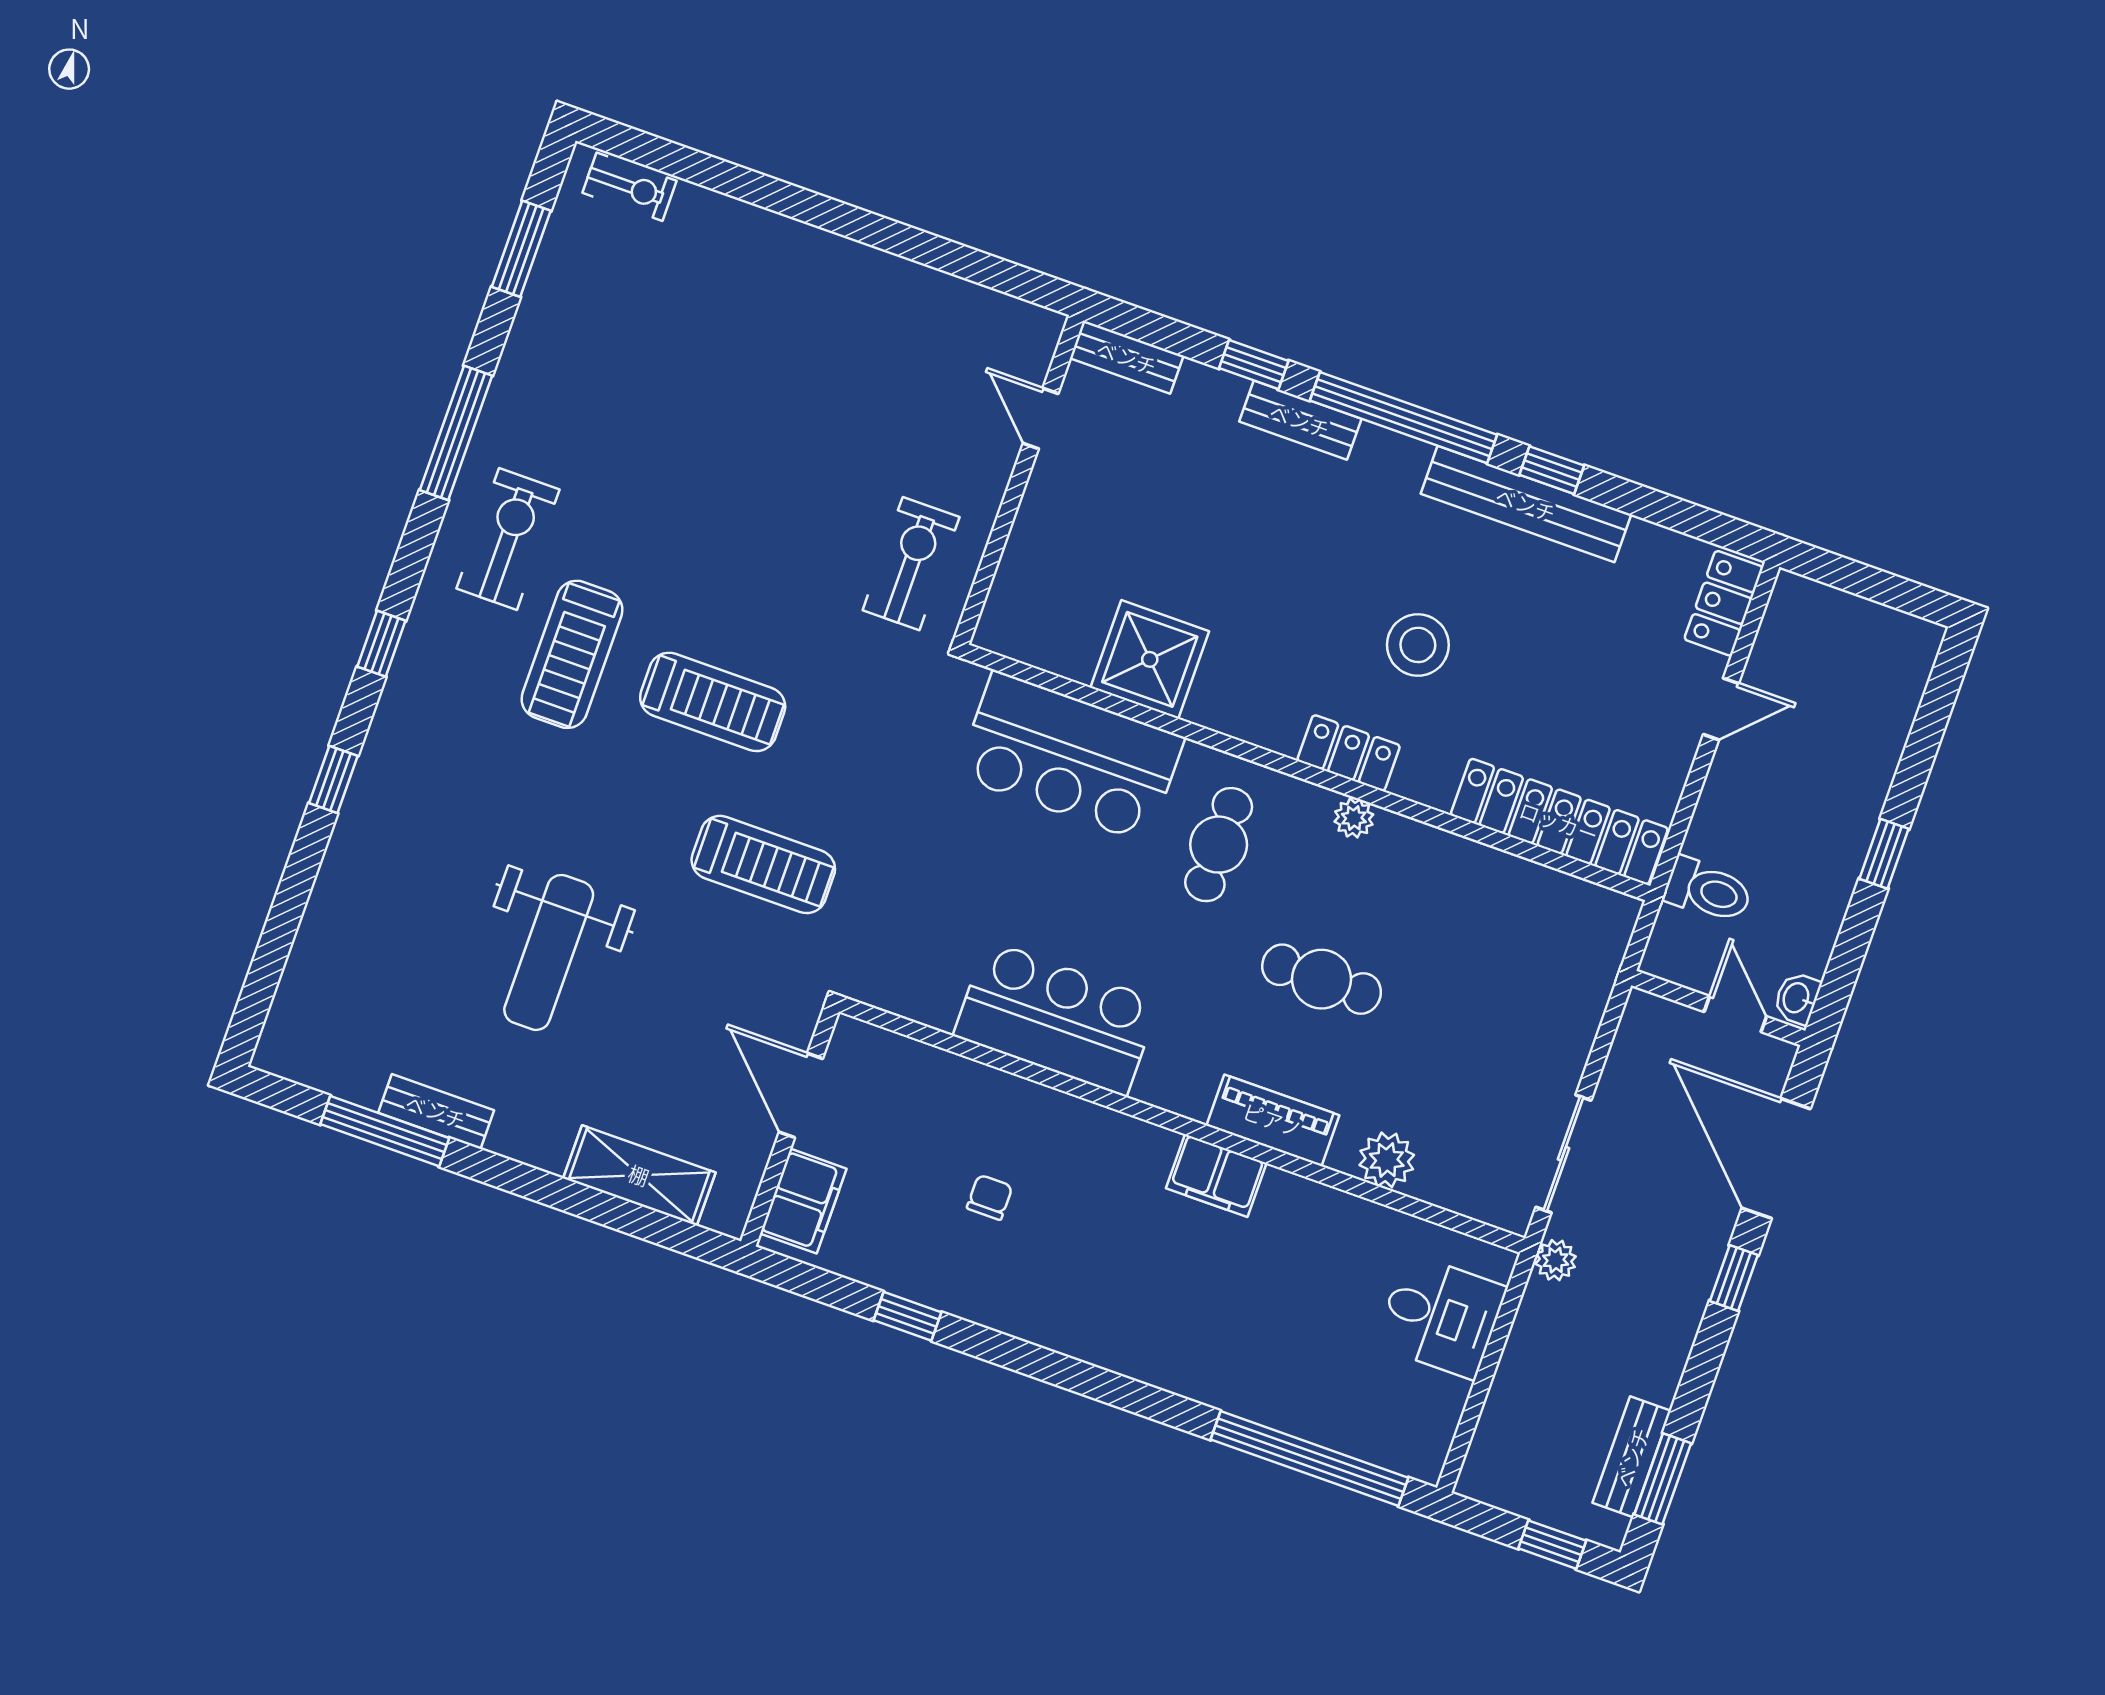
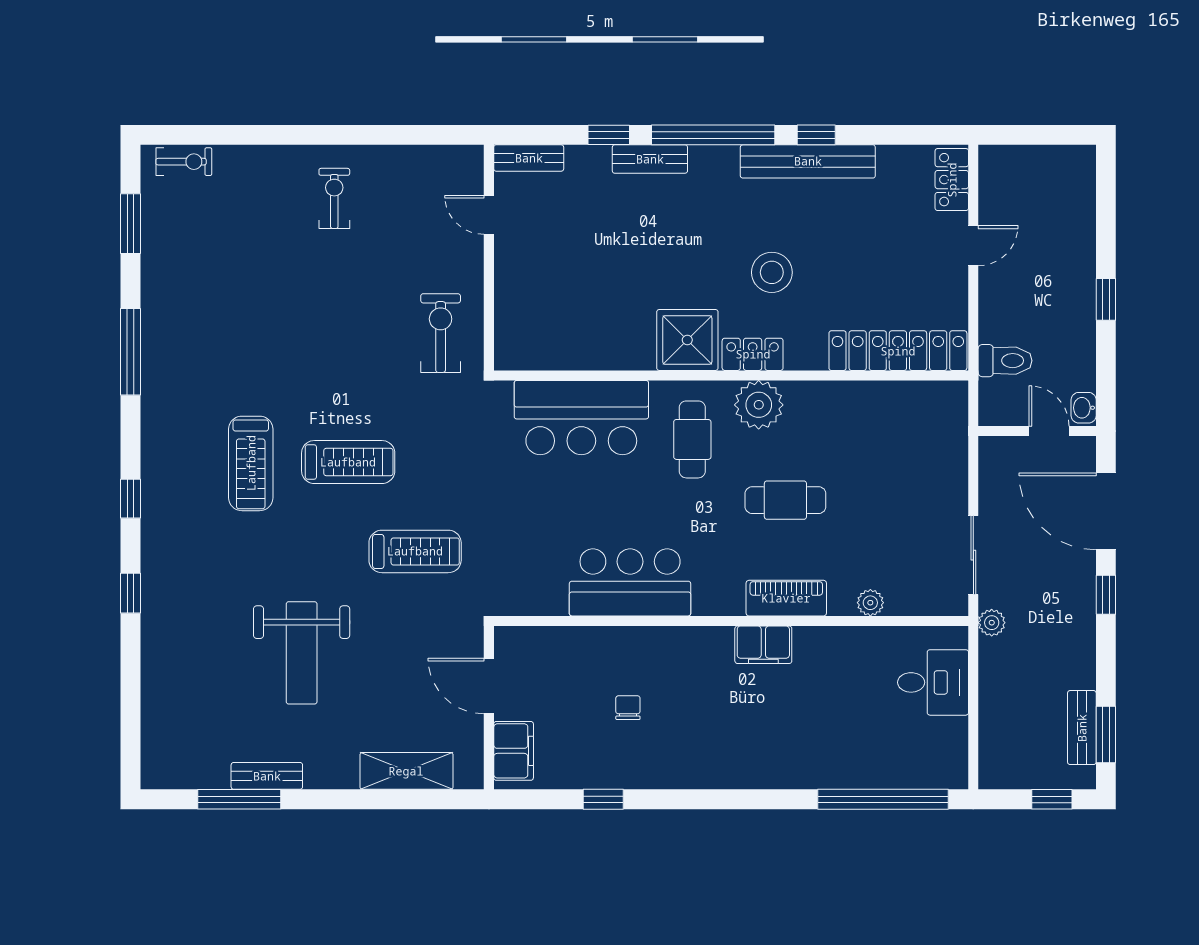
exercise bike: (508, 539) -> (334, 198), moved, width x0.73, depth x0.72
shower: (1150, 659) -> (687, 340), moved
plant: (1354, 818) -> (759, 405), width x1.88, depth x1.88
plant: (1387, 1160) -> (870, 603), width x0.73, depth x0.73

